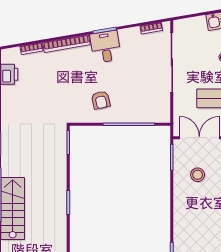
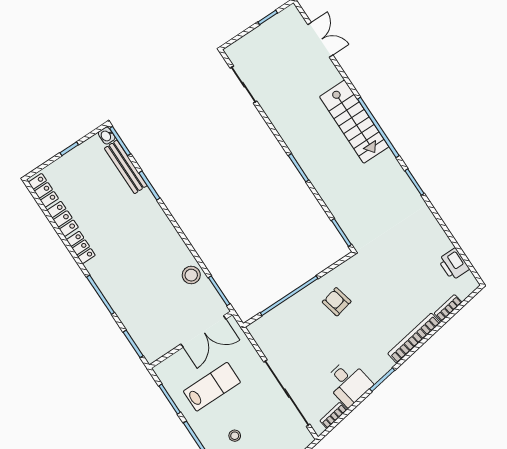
desk: (106, 47) -> (348, 383), moved
stool: (198, 175) -> (191, 275), moved

